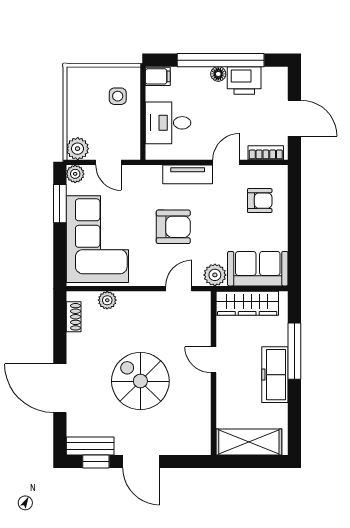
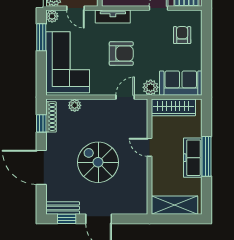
tv unit: (188, 174) -> (113, 17), moved
armchair: (260, 201) -> (182, 35), turned -90
shoe rack: (74, 317) -> (51, 117), width x1.43
window: (60, 326) -> (41, 123), added
window: (294, 351) -> (207, 156), moved

